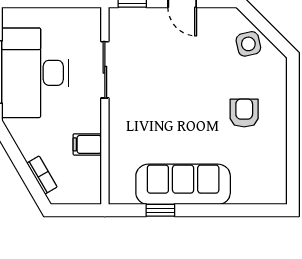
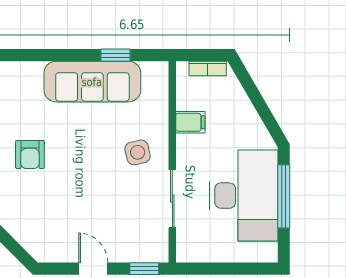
side table: (248, 44) -> (138, 152), moved
bookcase: (42, 175) -> (208, 68), moved, turned -60

